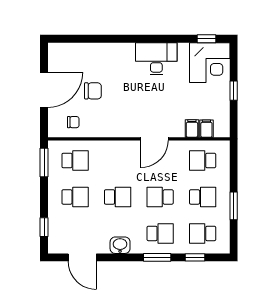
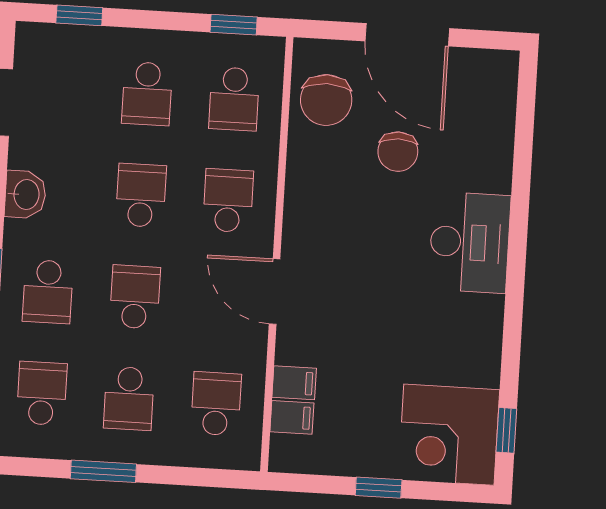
desk: (156, 59) -> (470, 242), moved
chair: (73, 122) -> (326, 100), width x1.87, depth x1.87
school desk: (118, 160) -> (228, 200), added
window: (44, 163) -> (234, 25), width x0.67
school desk: (118, 197) -> (141, 195), turned 180

